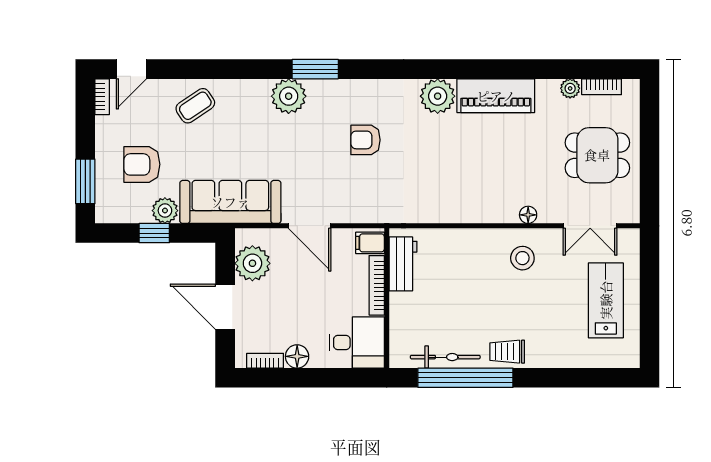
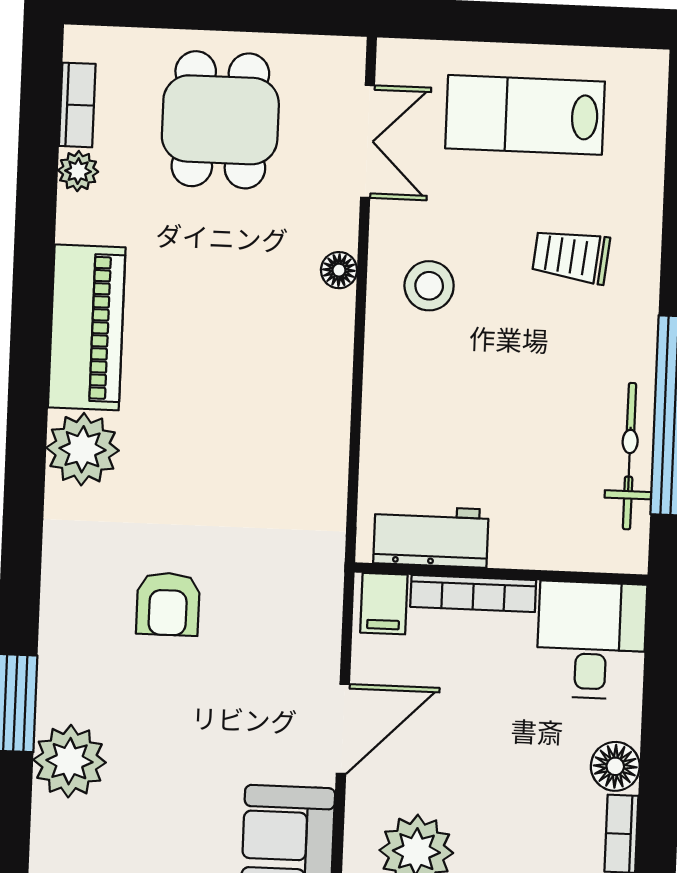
trolley: (507, 352) -> (571, 256), moved, turned 96

